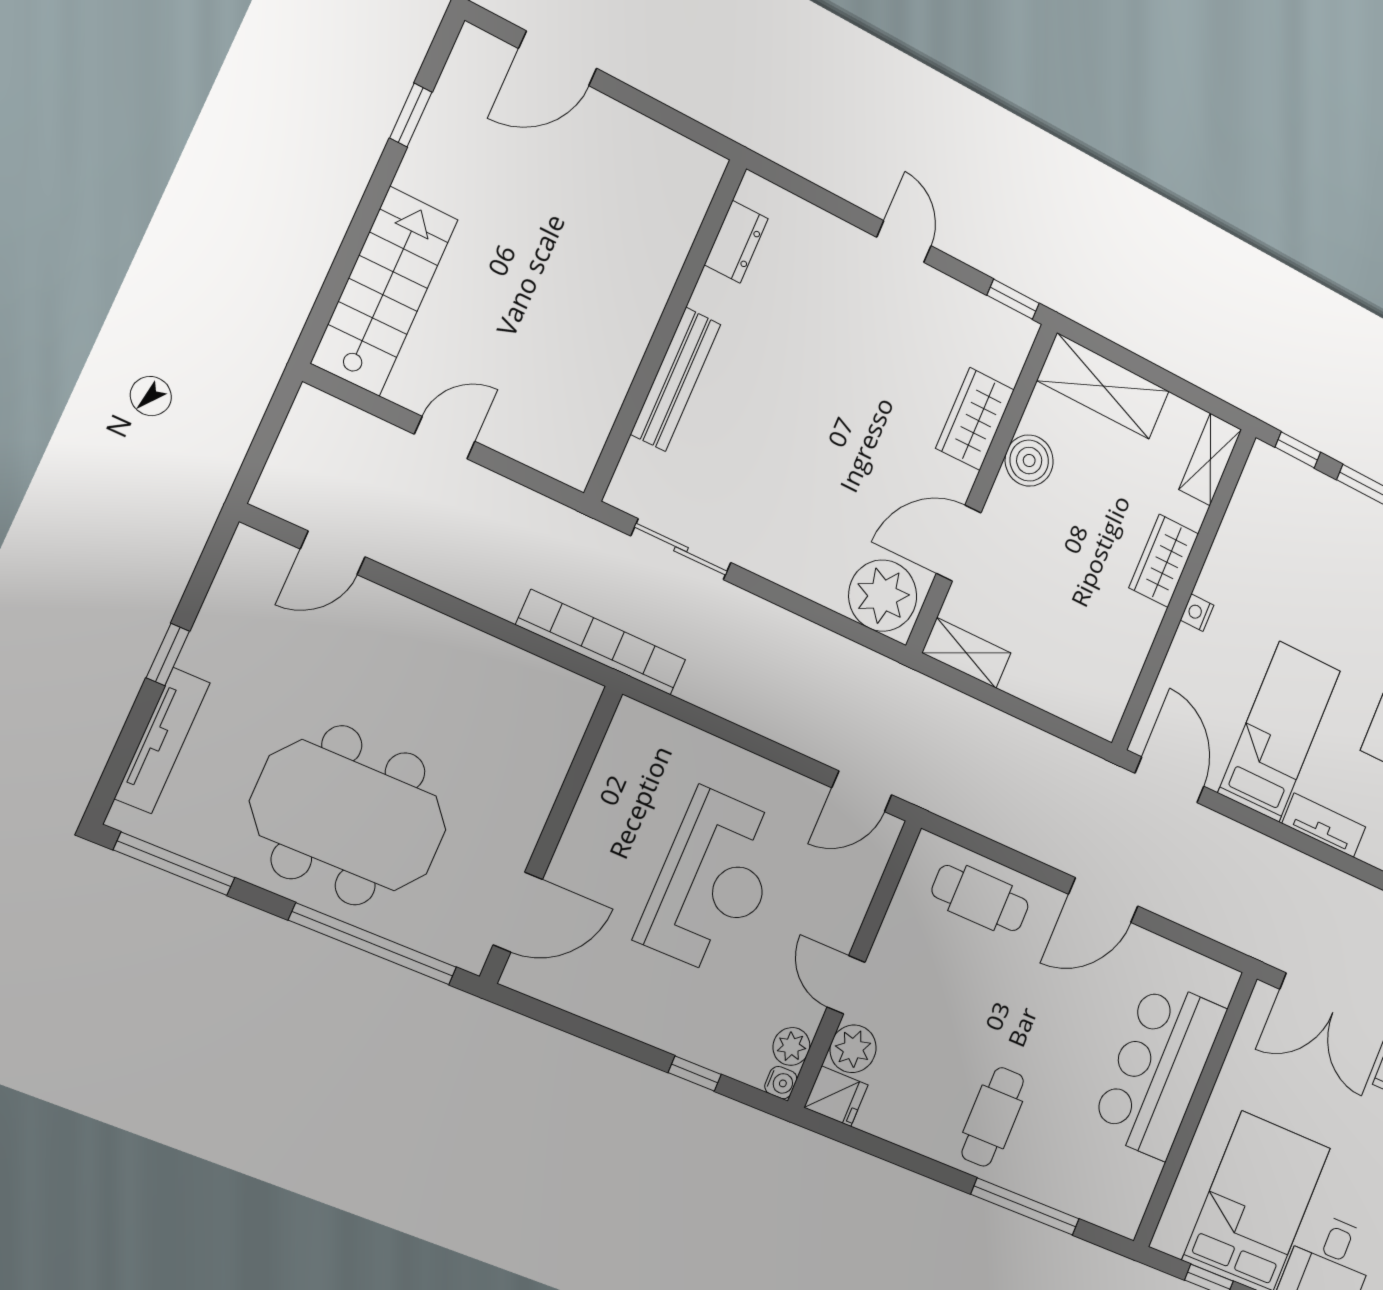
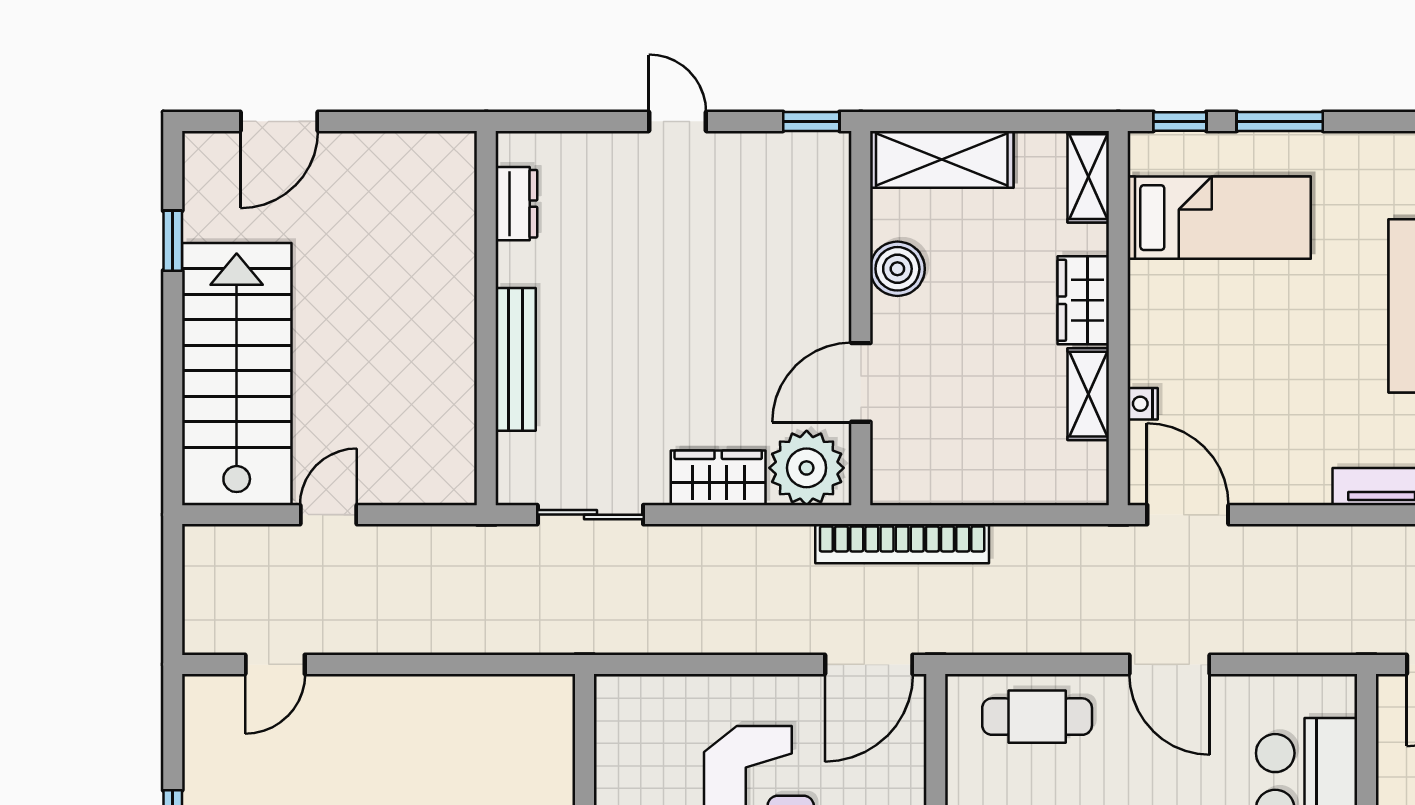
stairs: (384, 291) -> (237, 374), width x1.36, depth x1.51
wardrobe: (975, 419) -> (718, 478), moved, turned 90
nightstand: (1197, 613) -> (1143, 404), moved
bookcase: (601, 642) -> (902, 544), moved, turned 180
shelving: (966, 653) -> (1088, 394), moved, turned 90
bed: (1279, 732) -> (1219, 218), moved, turned 90
door: (862, 791) -> (869, 664), width x1.38
door: (1103, 900) -> (1170, 664), hinge flipped

